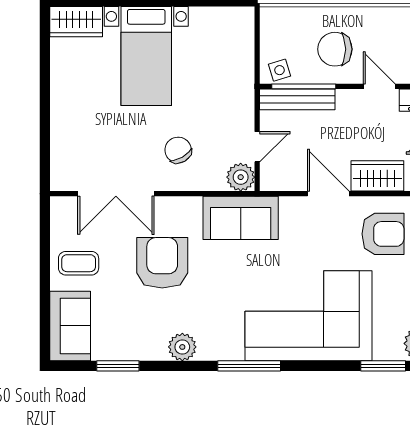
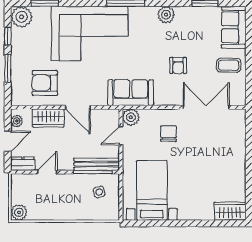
chair: (335, 49) -> (74, 194), removed
bed with nightstands: (146, 56) -> (152, 190), moved
side table: (280, 70) -> (99, 192), moved
door: (379, 86) -> (47, 172), swing flipped
chair: (178, 150) -> (169, 134), turned -150
armchair: (162, 263) -> (178, 65), width x0.53, depth x0.53

